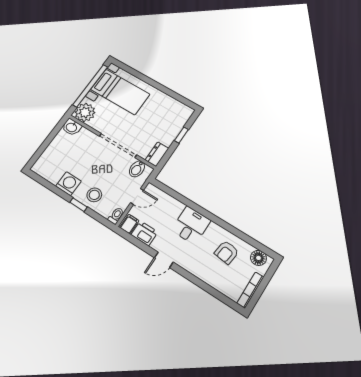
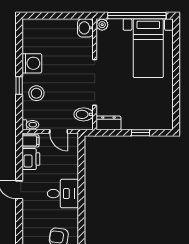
plant: (85, 112) -> (102, 25), width x0.53, depth x0.53

